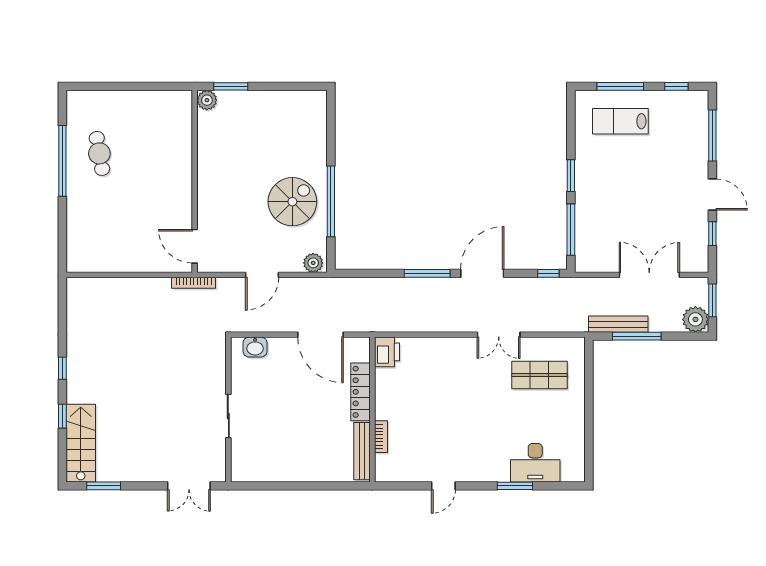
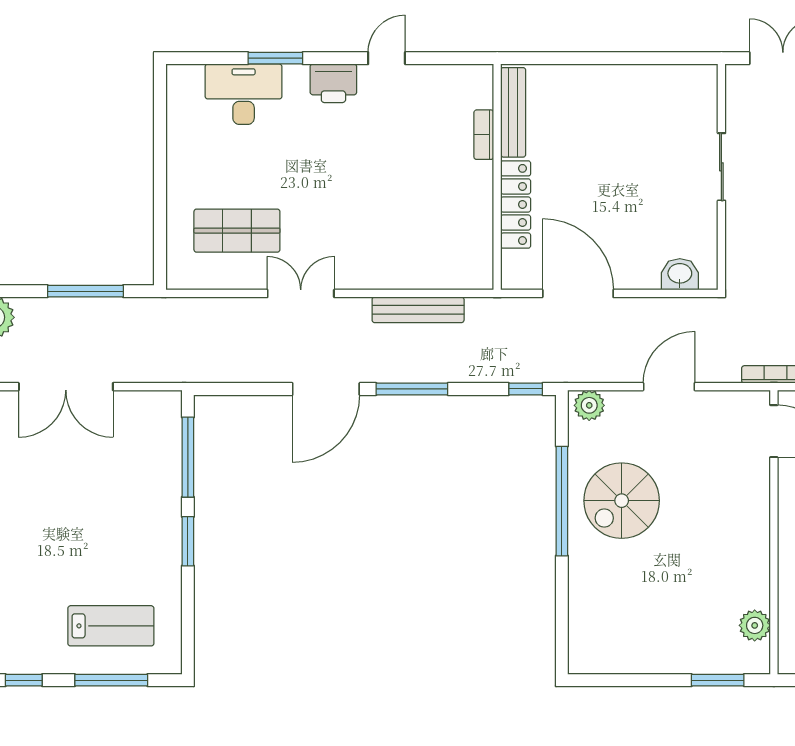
plant: (207, 100) -> (755, 625), moved
window: (548, 273) -> (526, 389), moved
bench: (618, 324) -> (418, 310), moved
printer: (387, 352) -> (333, 83), moved, turned -90

